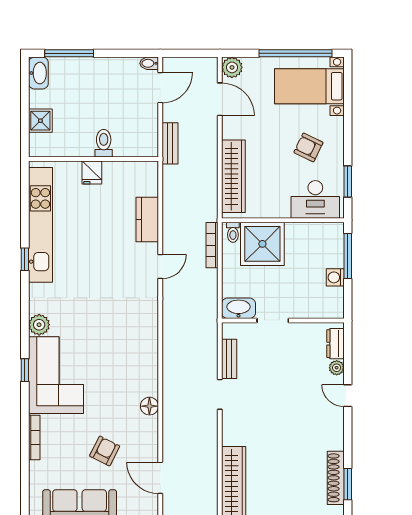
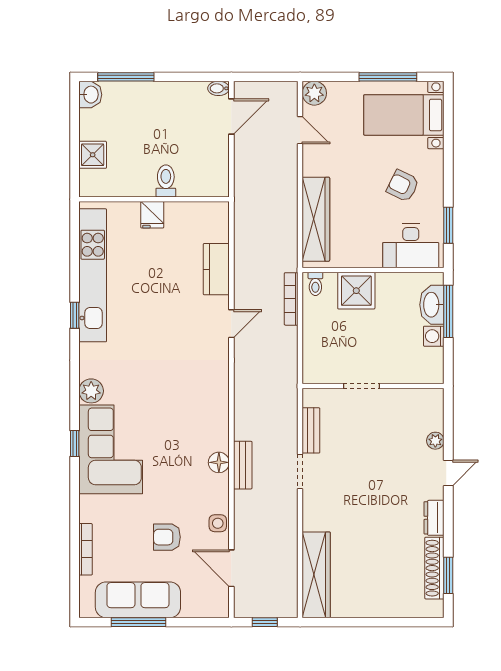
window: (296, 53) -> (388, 77), width x0.68
washbasin: (38, 73) -> (90, 95), width x0.72
door: (220, 99) -> (300, 130), width x0.73
bench: (170, 143) -> (243, 465), moved
shower: (262, 244) -> (356, 291), width x0.73, depth x0.73
washbasin: (239, 308) -> (432, 305), moved, turned -90
dresser: (335, 344) -> (434, 518), moved
door: (348, 396) -> (448, 473), swing flipped
floor lamp: (149, 406) -> (219, 462), moved
bookcase: (34, 437) -> (86, 549), moved
side table: (149, 439) -> (218, 523), added
armchair: (105, 451) -> (167, 537), turned -117

